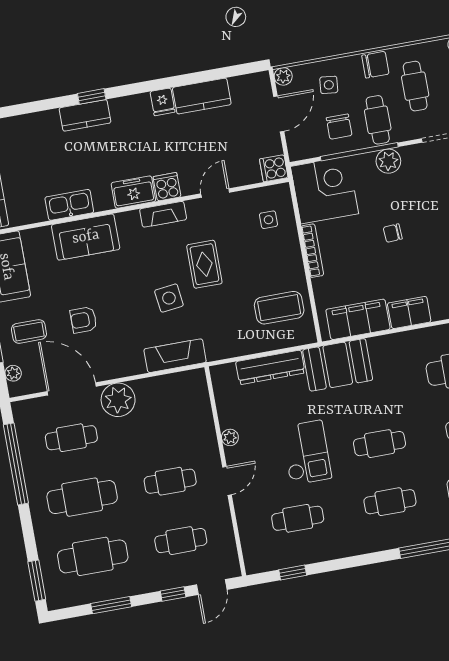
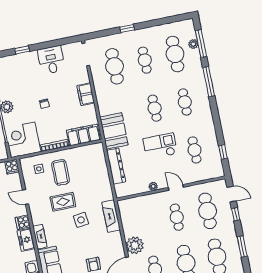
fireplace: (163, 214) -> (40, 237), moved
coffee table: (279, 308) -> (61, 172), moved
filing cabinet: (358, 319) -> (83, 135), moved, turned 90
cafe table: (181, 541) -> (208, 211), width x1.37, depth x1.35

